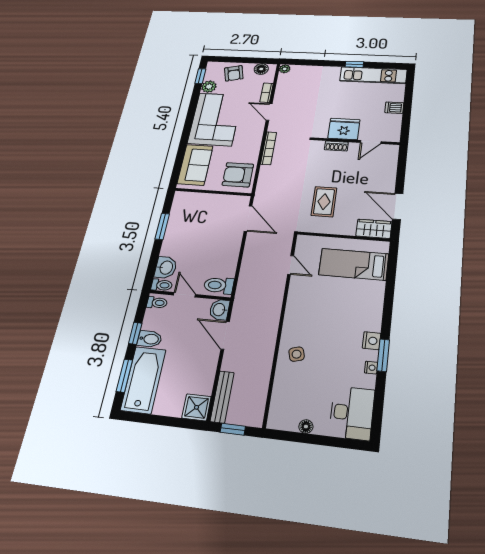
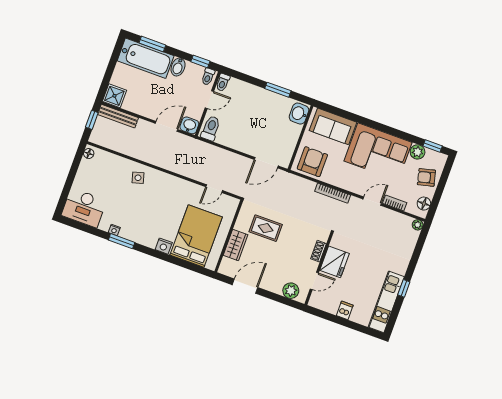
door: (371, 142) -> (314, 281), swing flipped
plant: (389, 161) -> (291, 291), added
wardrobe: (374, 229) -> (236, 245), moved
bed: (354, 264) -> (196, 236), width x1.50
washbasin: (166, 268) -> (299, 114), moved, turned 90
window: (135, 333) -> (200, 61), moved
nightstand: (372, 341) -> (164, 246), moved
floor lamp: (306, 427) -> (89, 154), moved

